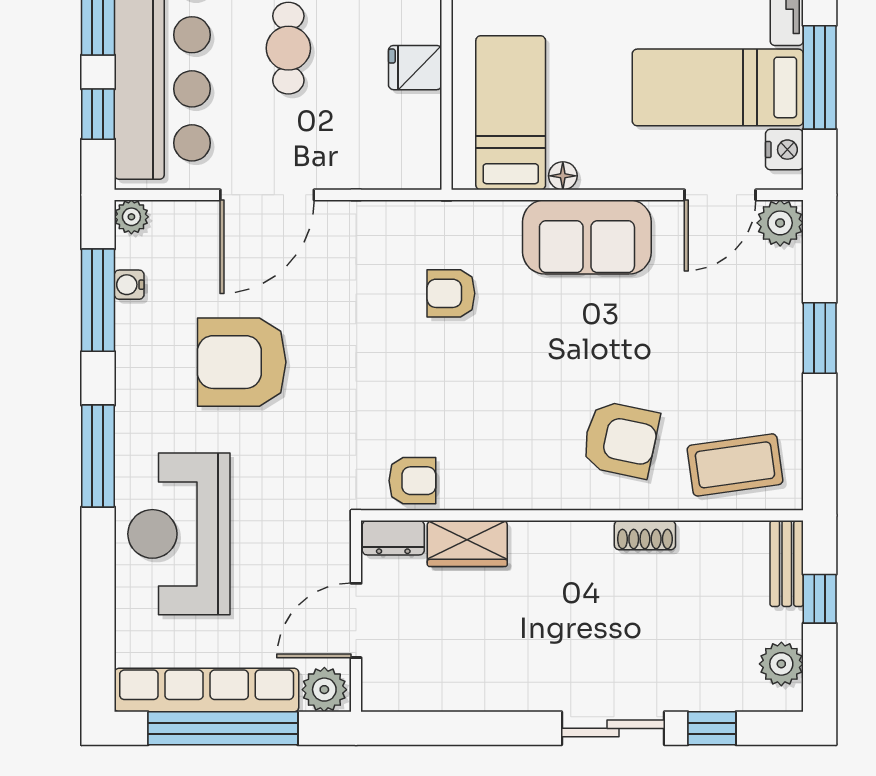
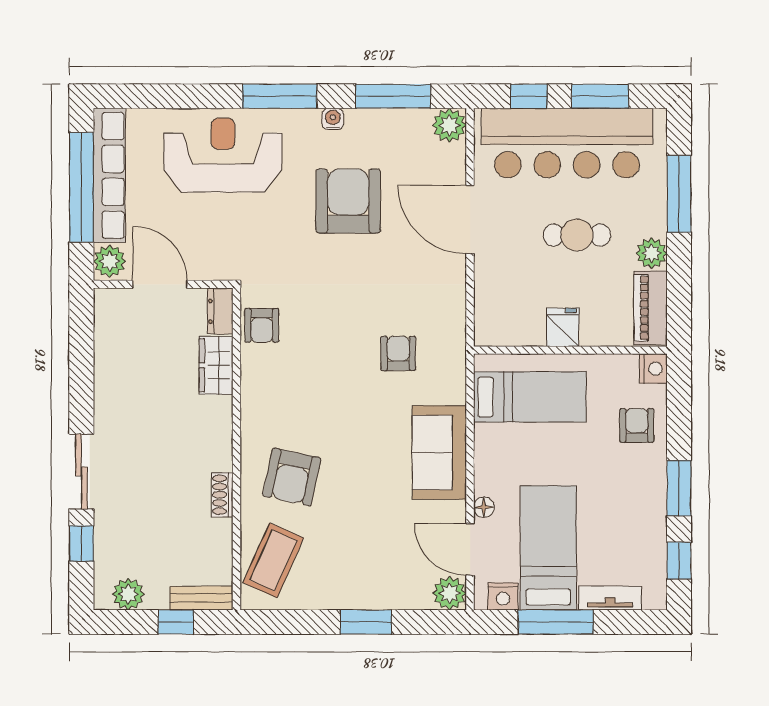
floor lamp: (563, 176) -> (484, 507), moved
plant: (131, 217) -> (449, 125), width x1.38, depth x1.38
water cooler: (129, 285) -> (333, 119), moved
coffee table: (735, 465) -> (273, 560), turned 32

